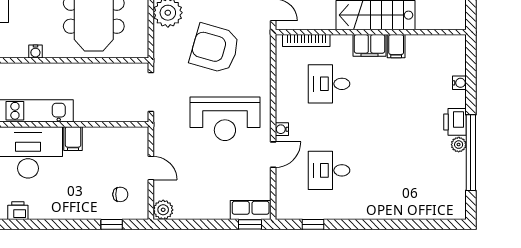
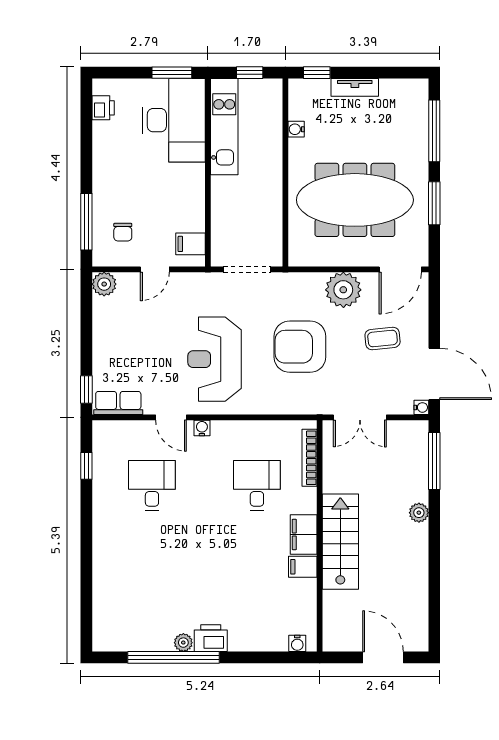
armchair: (215, 48) -> (300, 347), turned -106
water cooler: (459, 83) -> (297, 643), moved
filing cabinet: (73, 139) -> (191, 244), moved
row of seats: (251, 210) -> (118, 403), moved, turned -90
window: (112, 224) -> (86, 222), width x2.17

